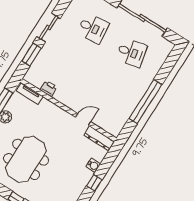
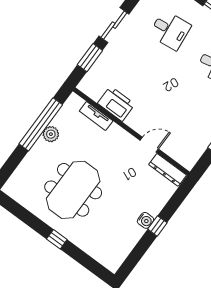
printer: (49, 89) -> (116, 104), width x1.87, depth x1.48
tv unit: (30, 94) -> (96, 116), moved
water cooler: (93, 165) -> (145, 220), moved

